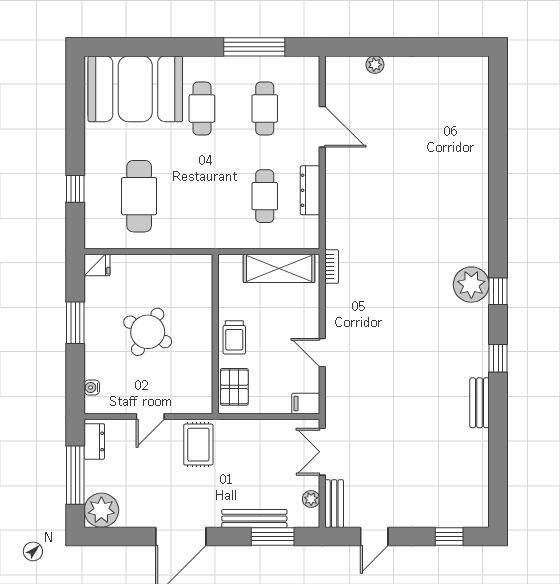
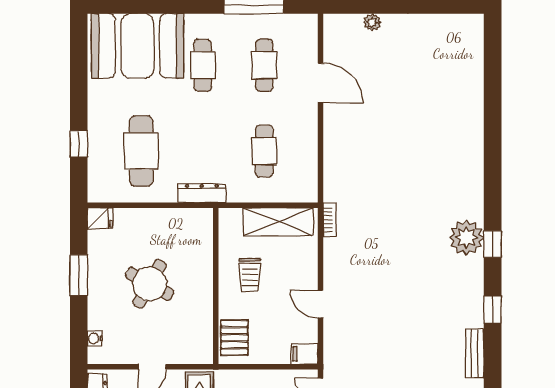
dresser: (310, 190) -> (202, 193), moved, turned 90
trolley: (234, 337) -> (250, 275), moved

